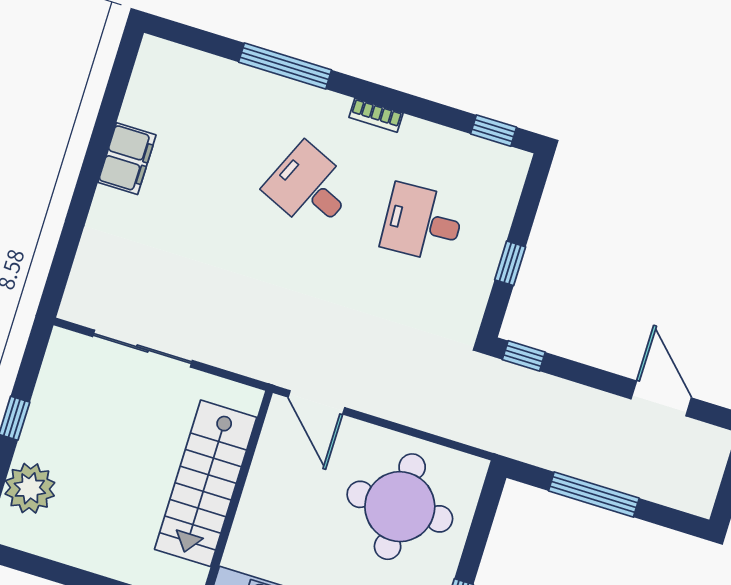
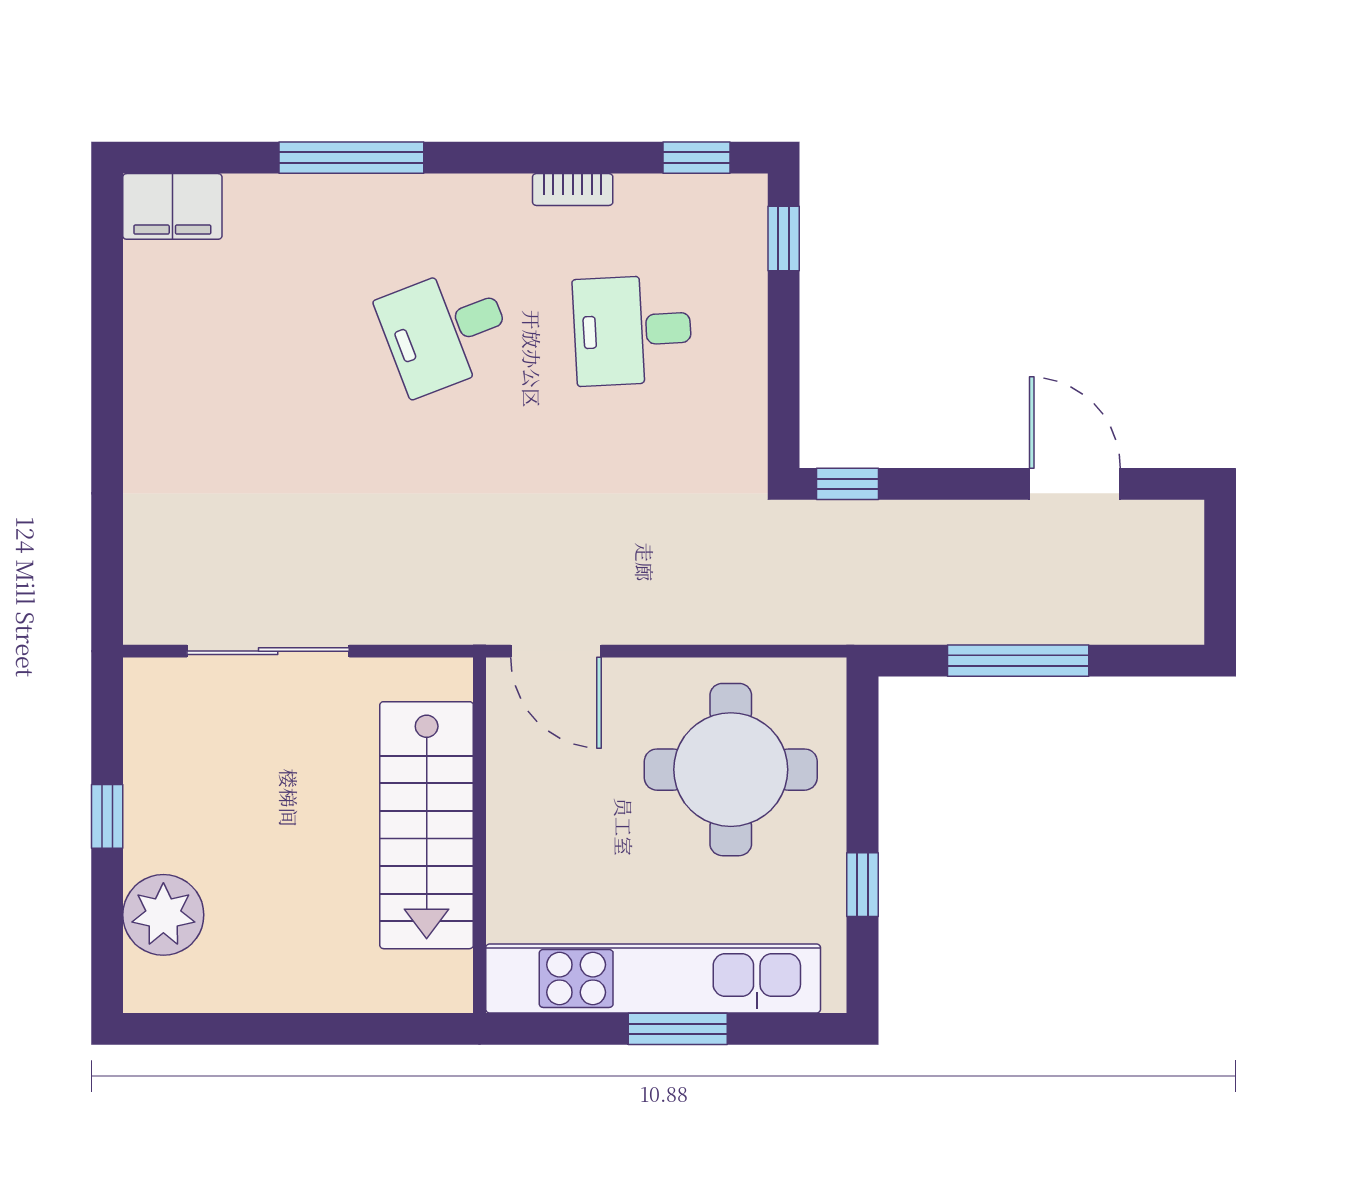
bookcase: (376, 115) -> (573, 189), moved
filing cabinet: (127, 159) -> (172, 206), moved, turned 90
desk: (310, 188) -> (445, 330), turned -45
window: (510, 263) -> (784, 238), moved

